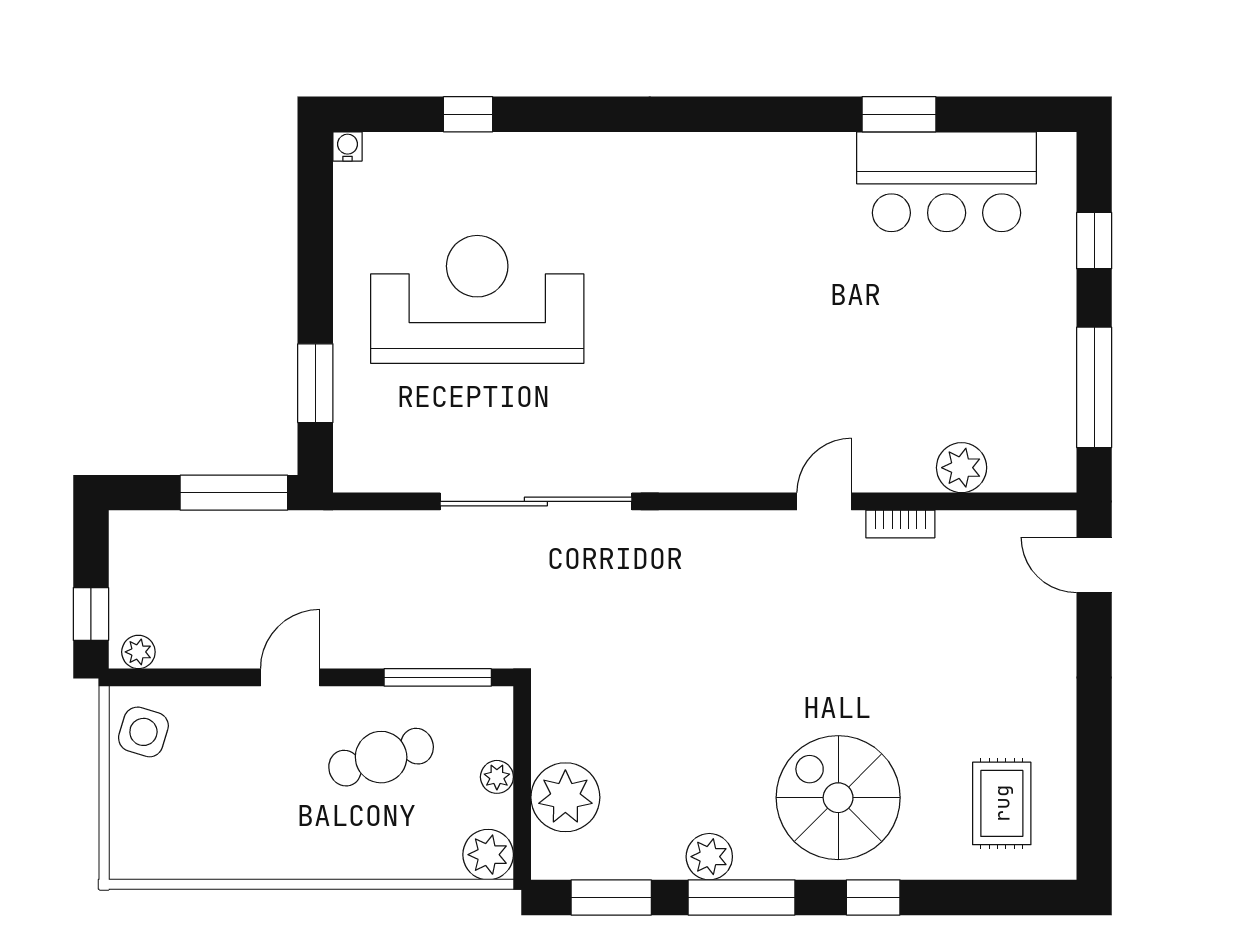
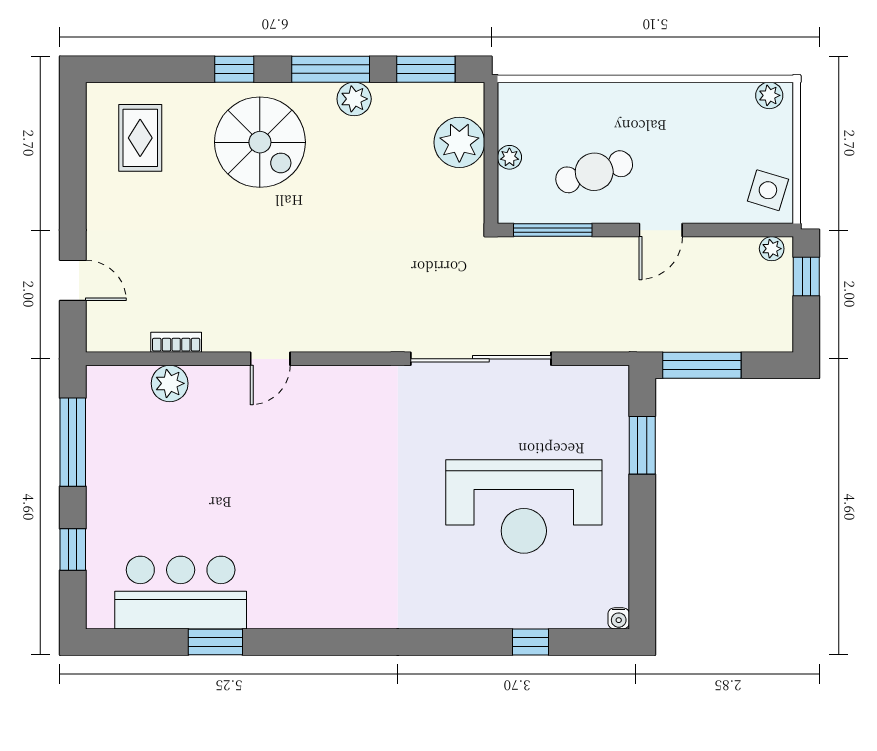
bookcase: (900, 524) -> (176, 342), moved
door: (1094, 565) -> (73, 280), moved
plant: (488, 855) -> (769, 95), moved, width x0.73, depth x0.73

